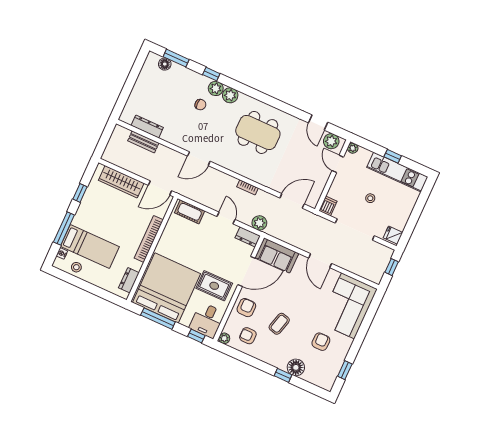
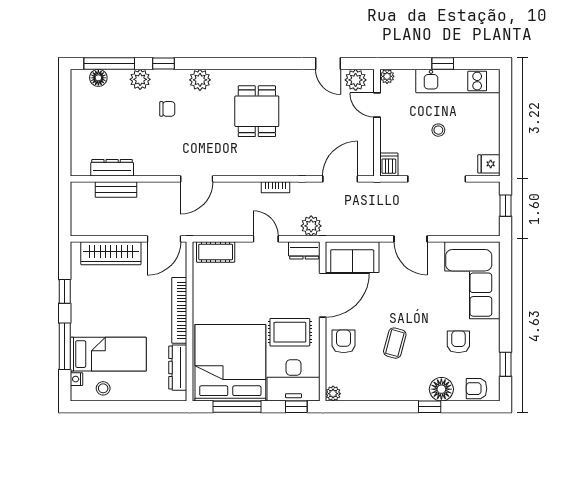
window: (176, 58) -> (109, 64), width x1.44
plant: (216, 88) -> (140, 79), moved
dining table: (258, 132) -> (257, 111), width x0.73
dresser: (129, 280) -> (178, 368), width x1.44
desk: (207, 320) -> (293, 380), width x1.37
armchair: (248, 336) -> (476, 389), moved

